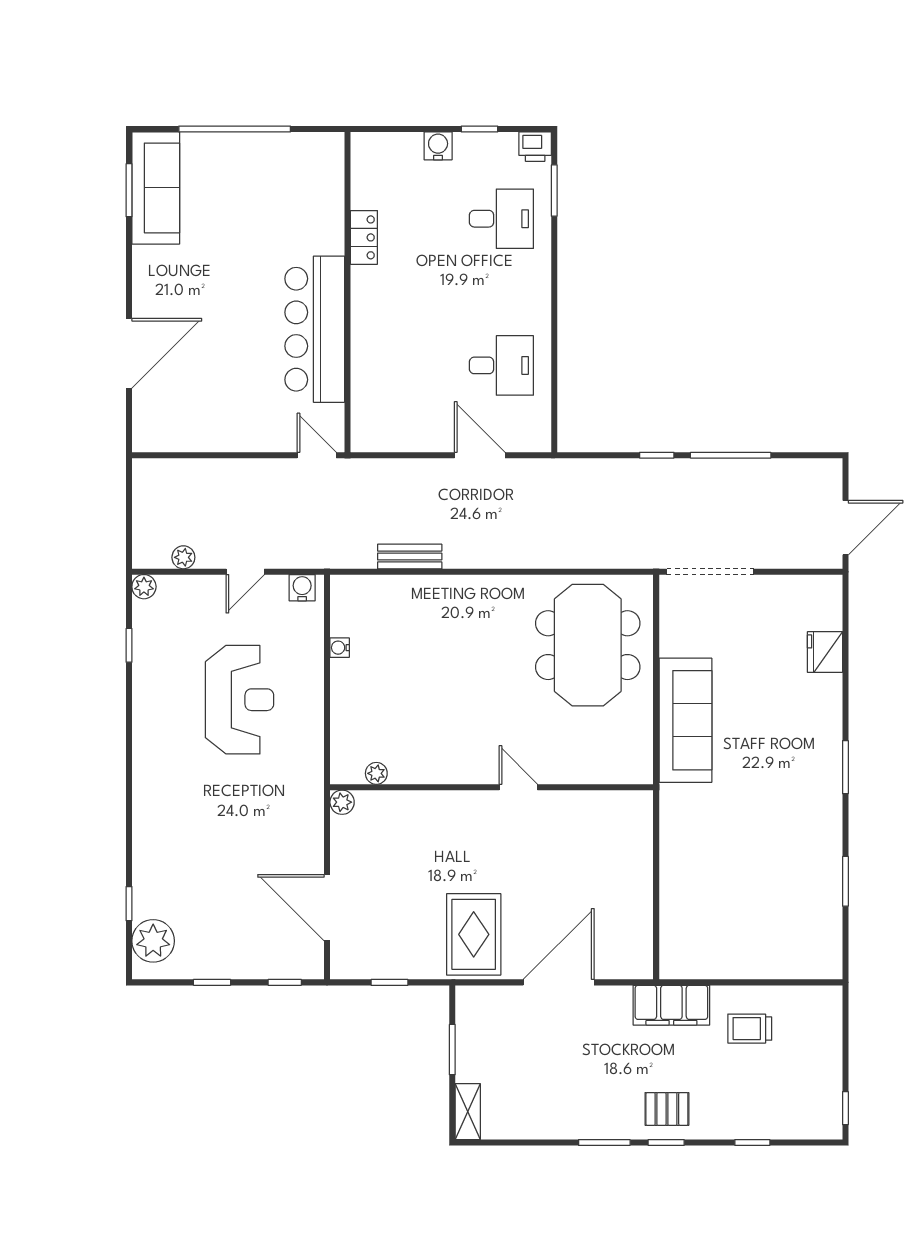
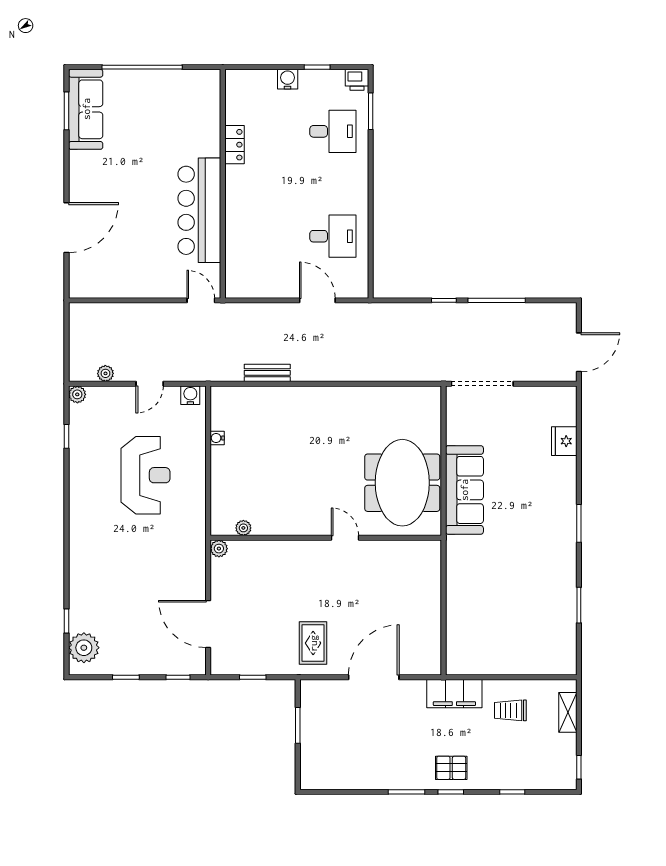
meeting table: (588, 645) -> (402, 483), moved
rug: (474, 934) -> (313, 643), width x0.73, depth x0.70
shelving: (468, 1112) -> (568, 712), moved

